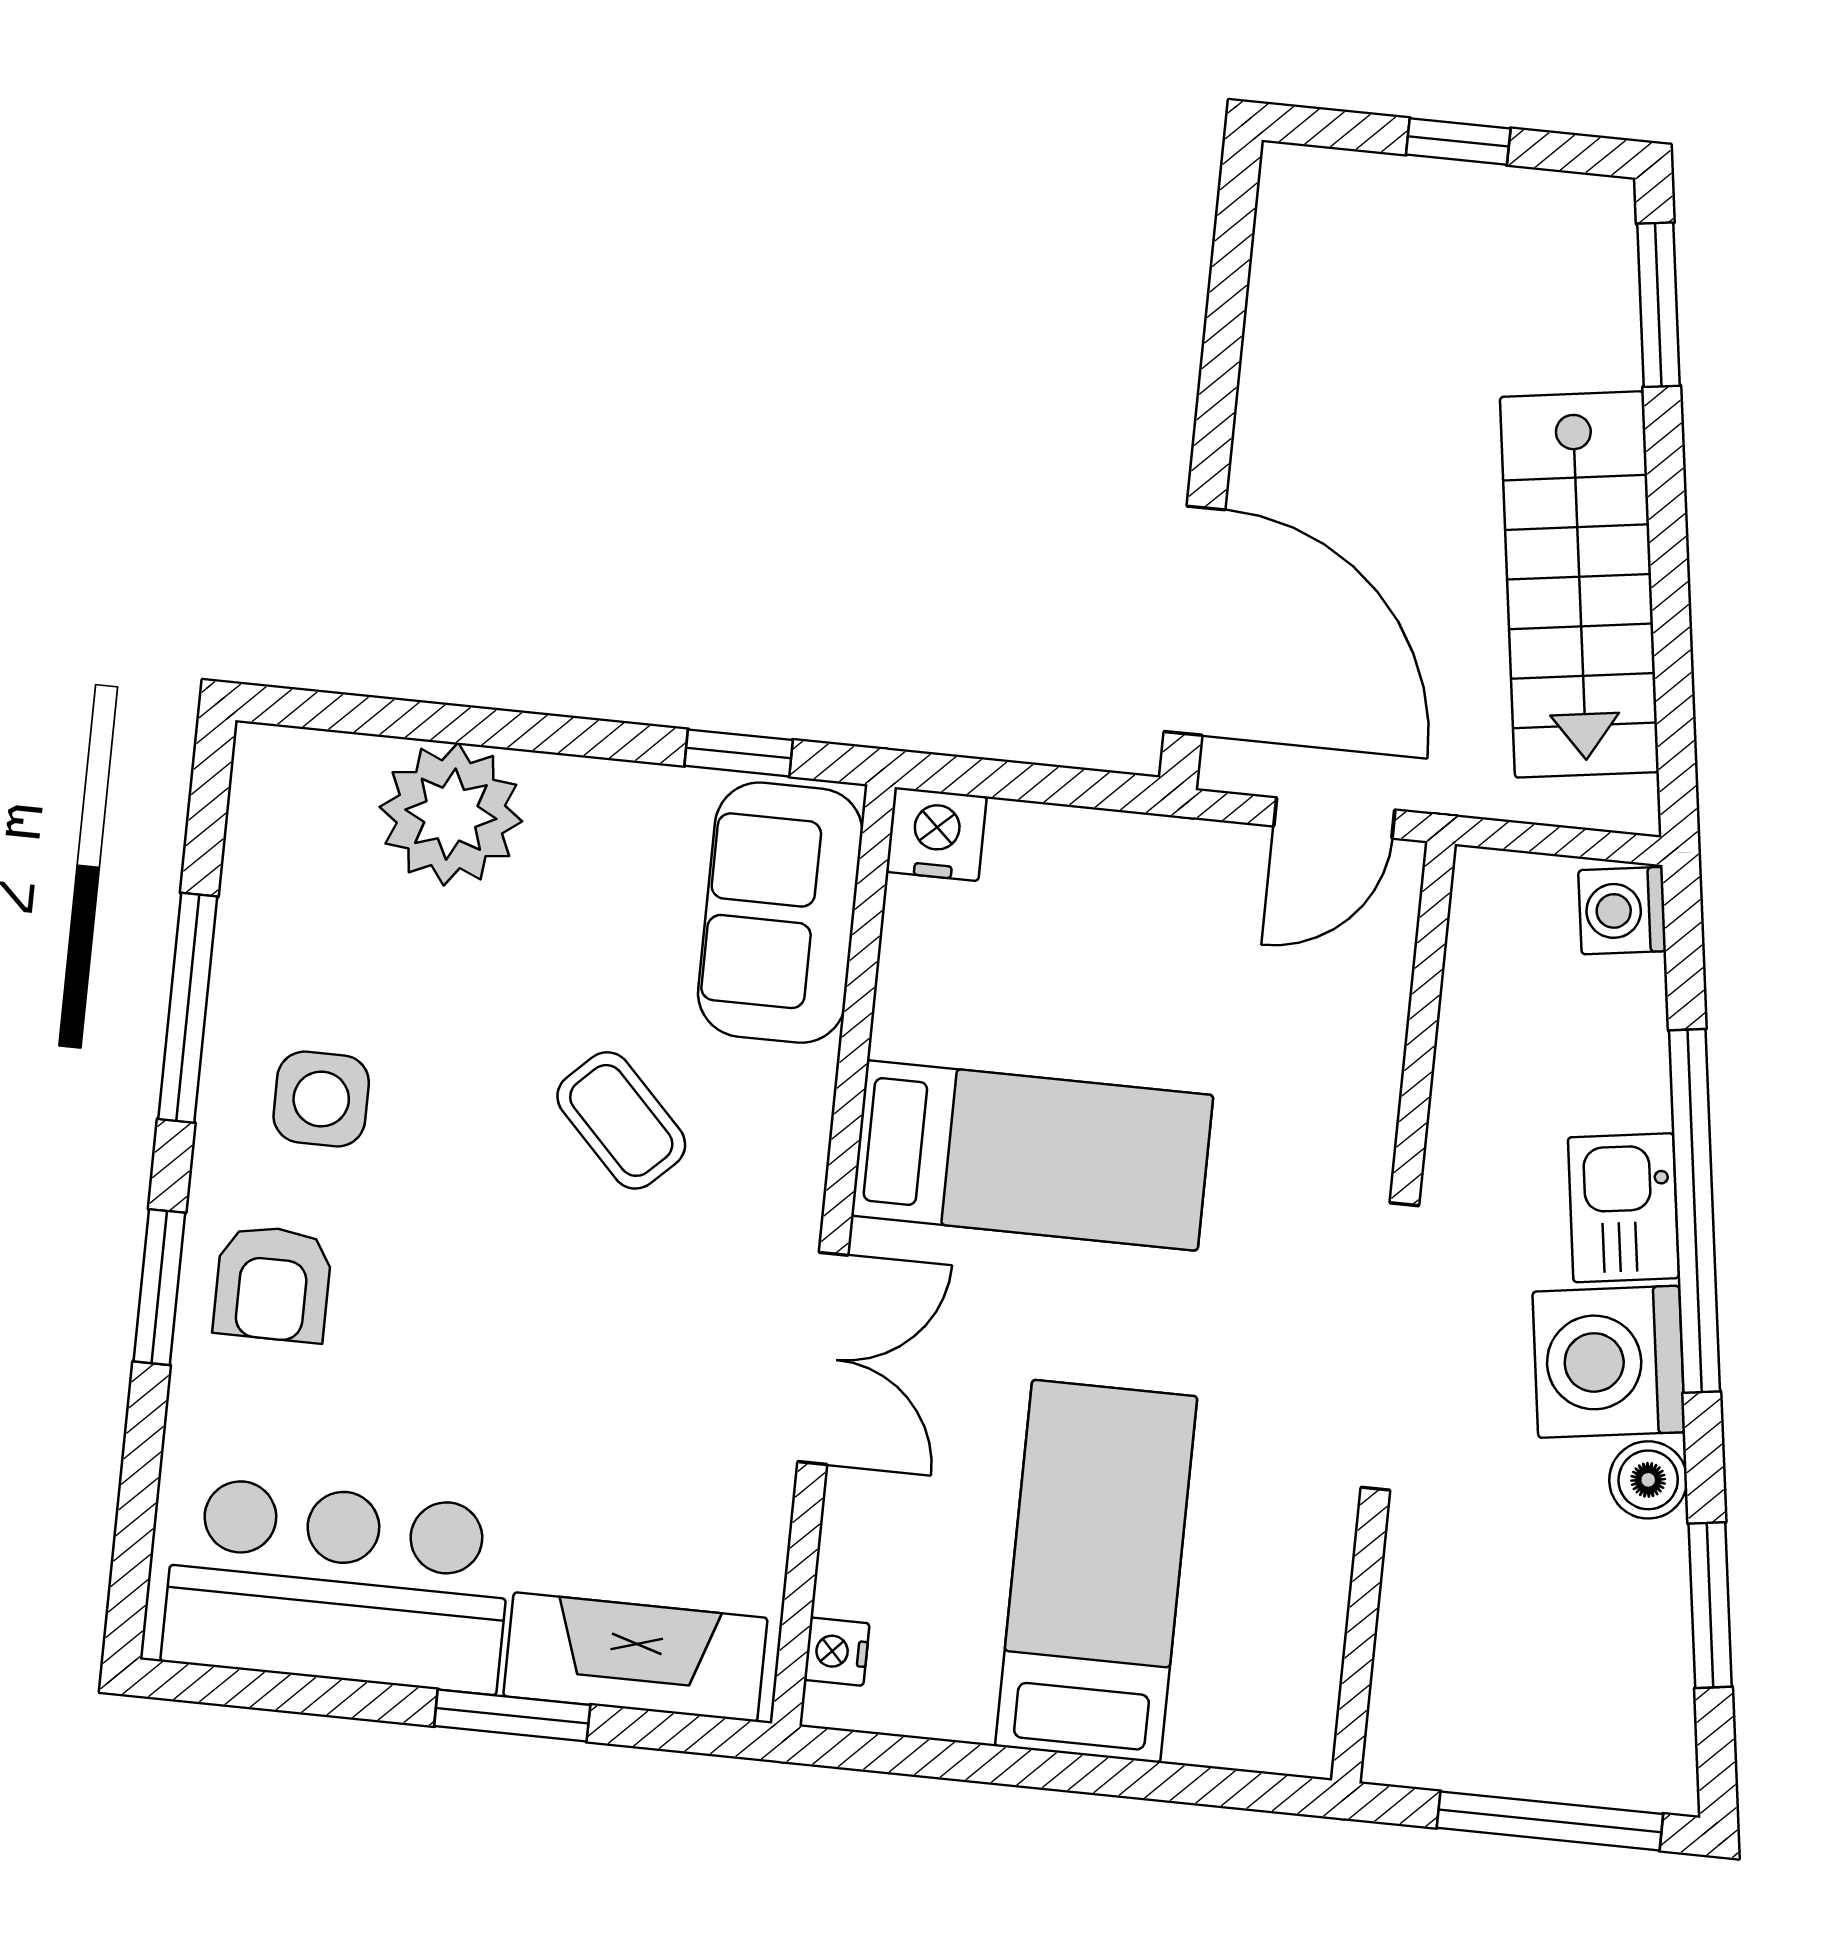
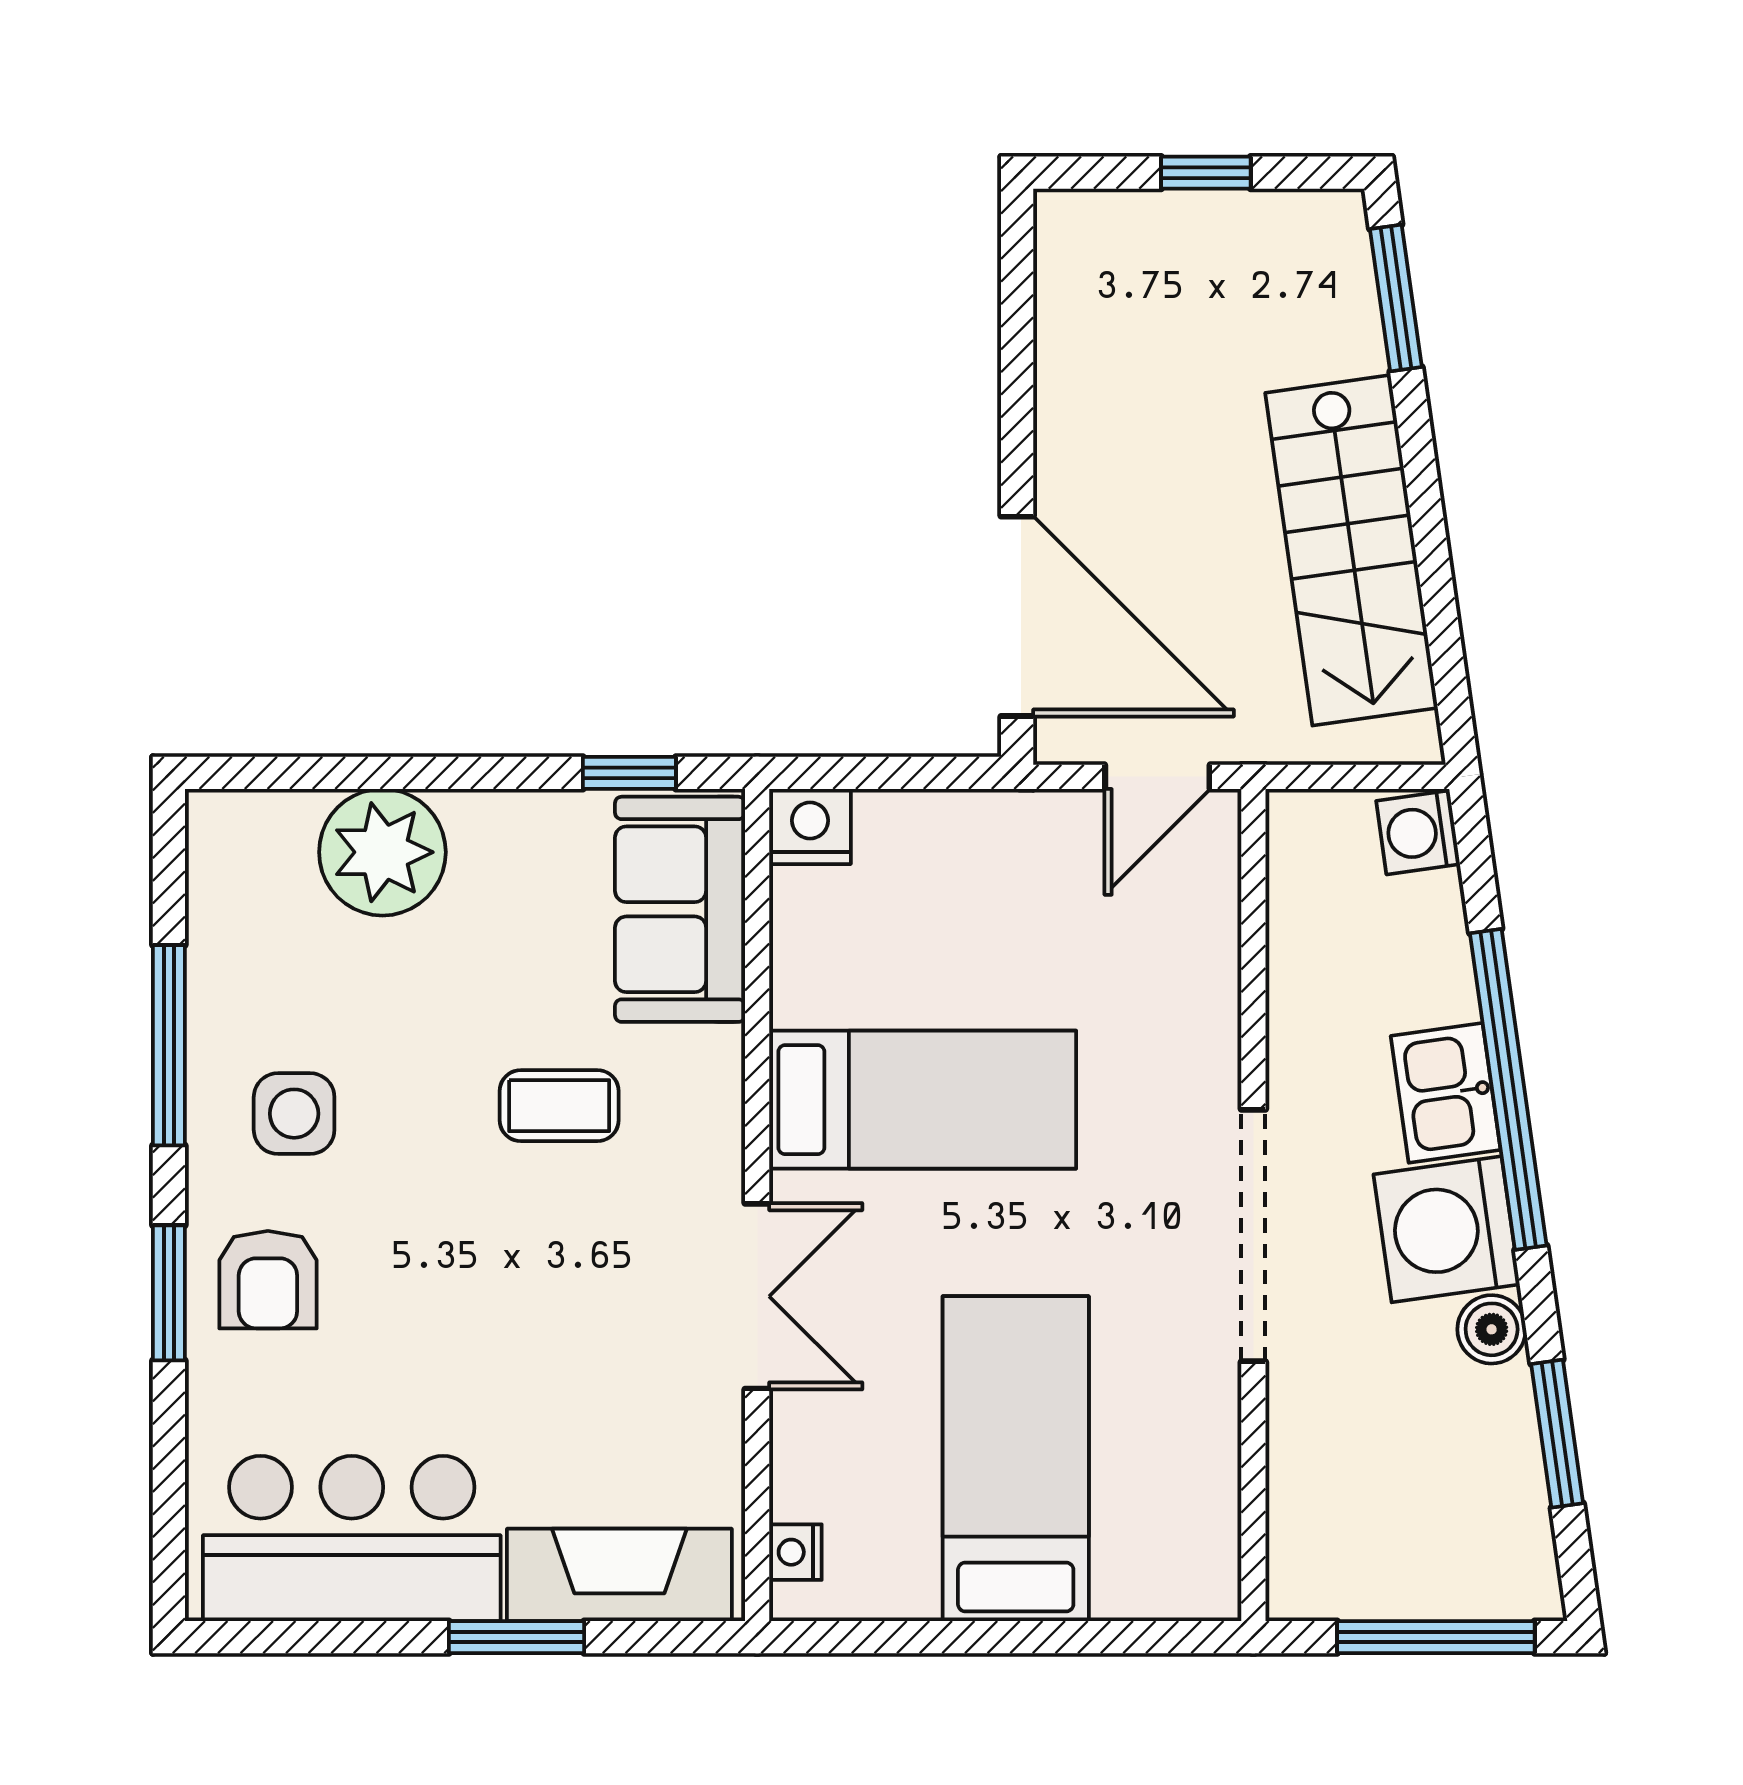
coffee table: (621, 1120) -> (559, 1106), turned -46

